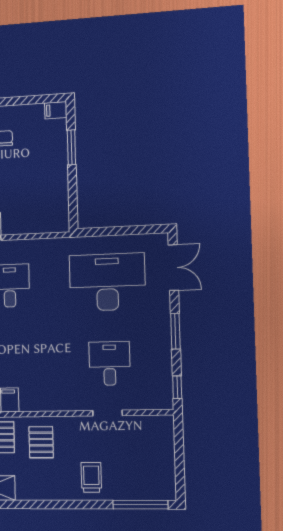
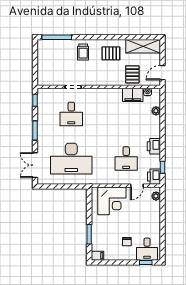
corner desk: (33, 209) -> (112, 201), added
pallet: (41, 442) -> (111, 53), moved, turned 90

